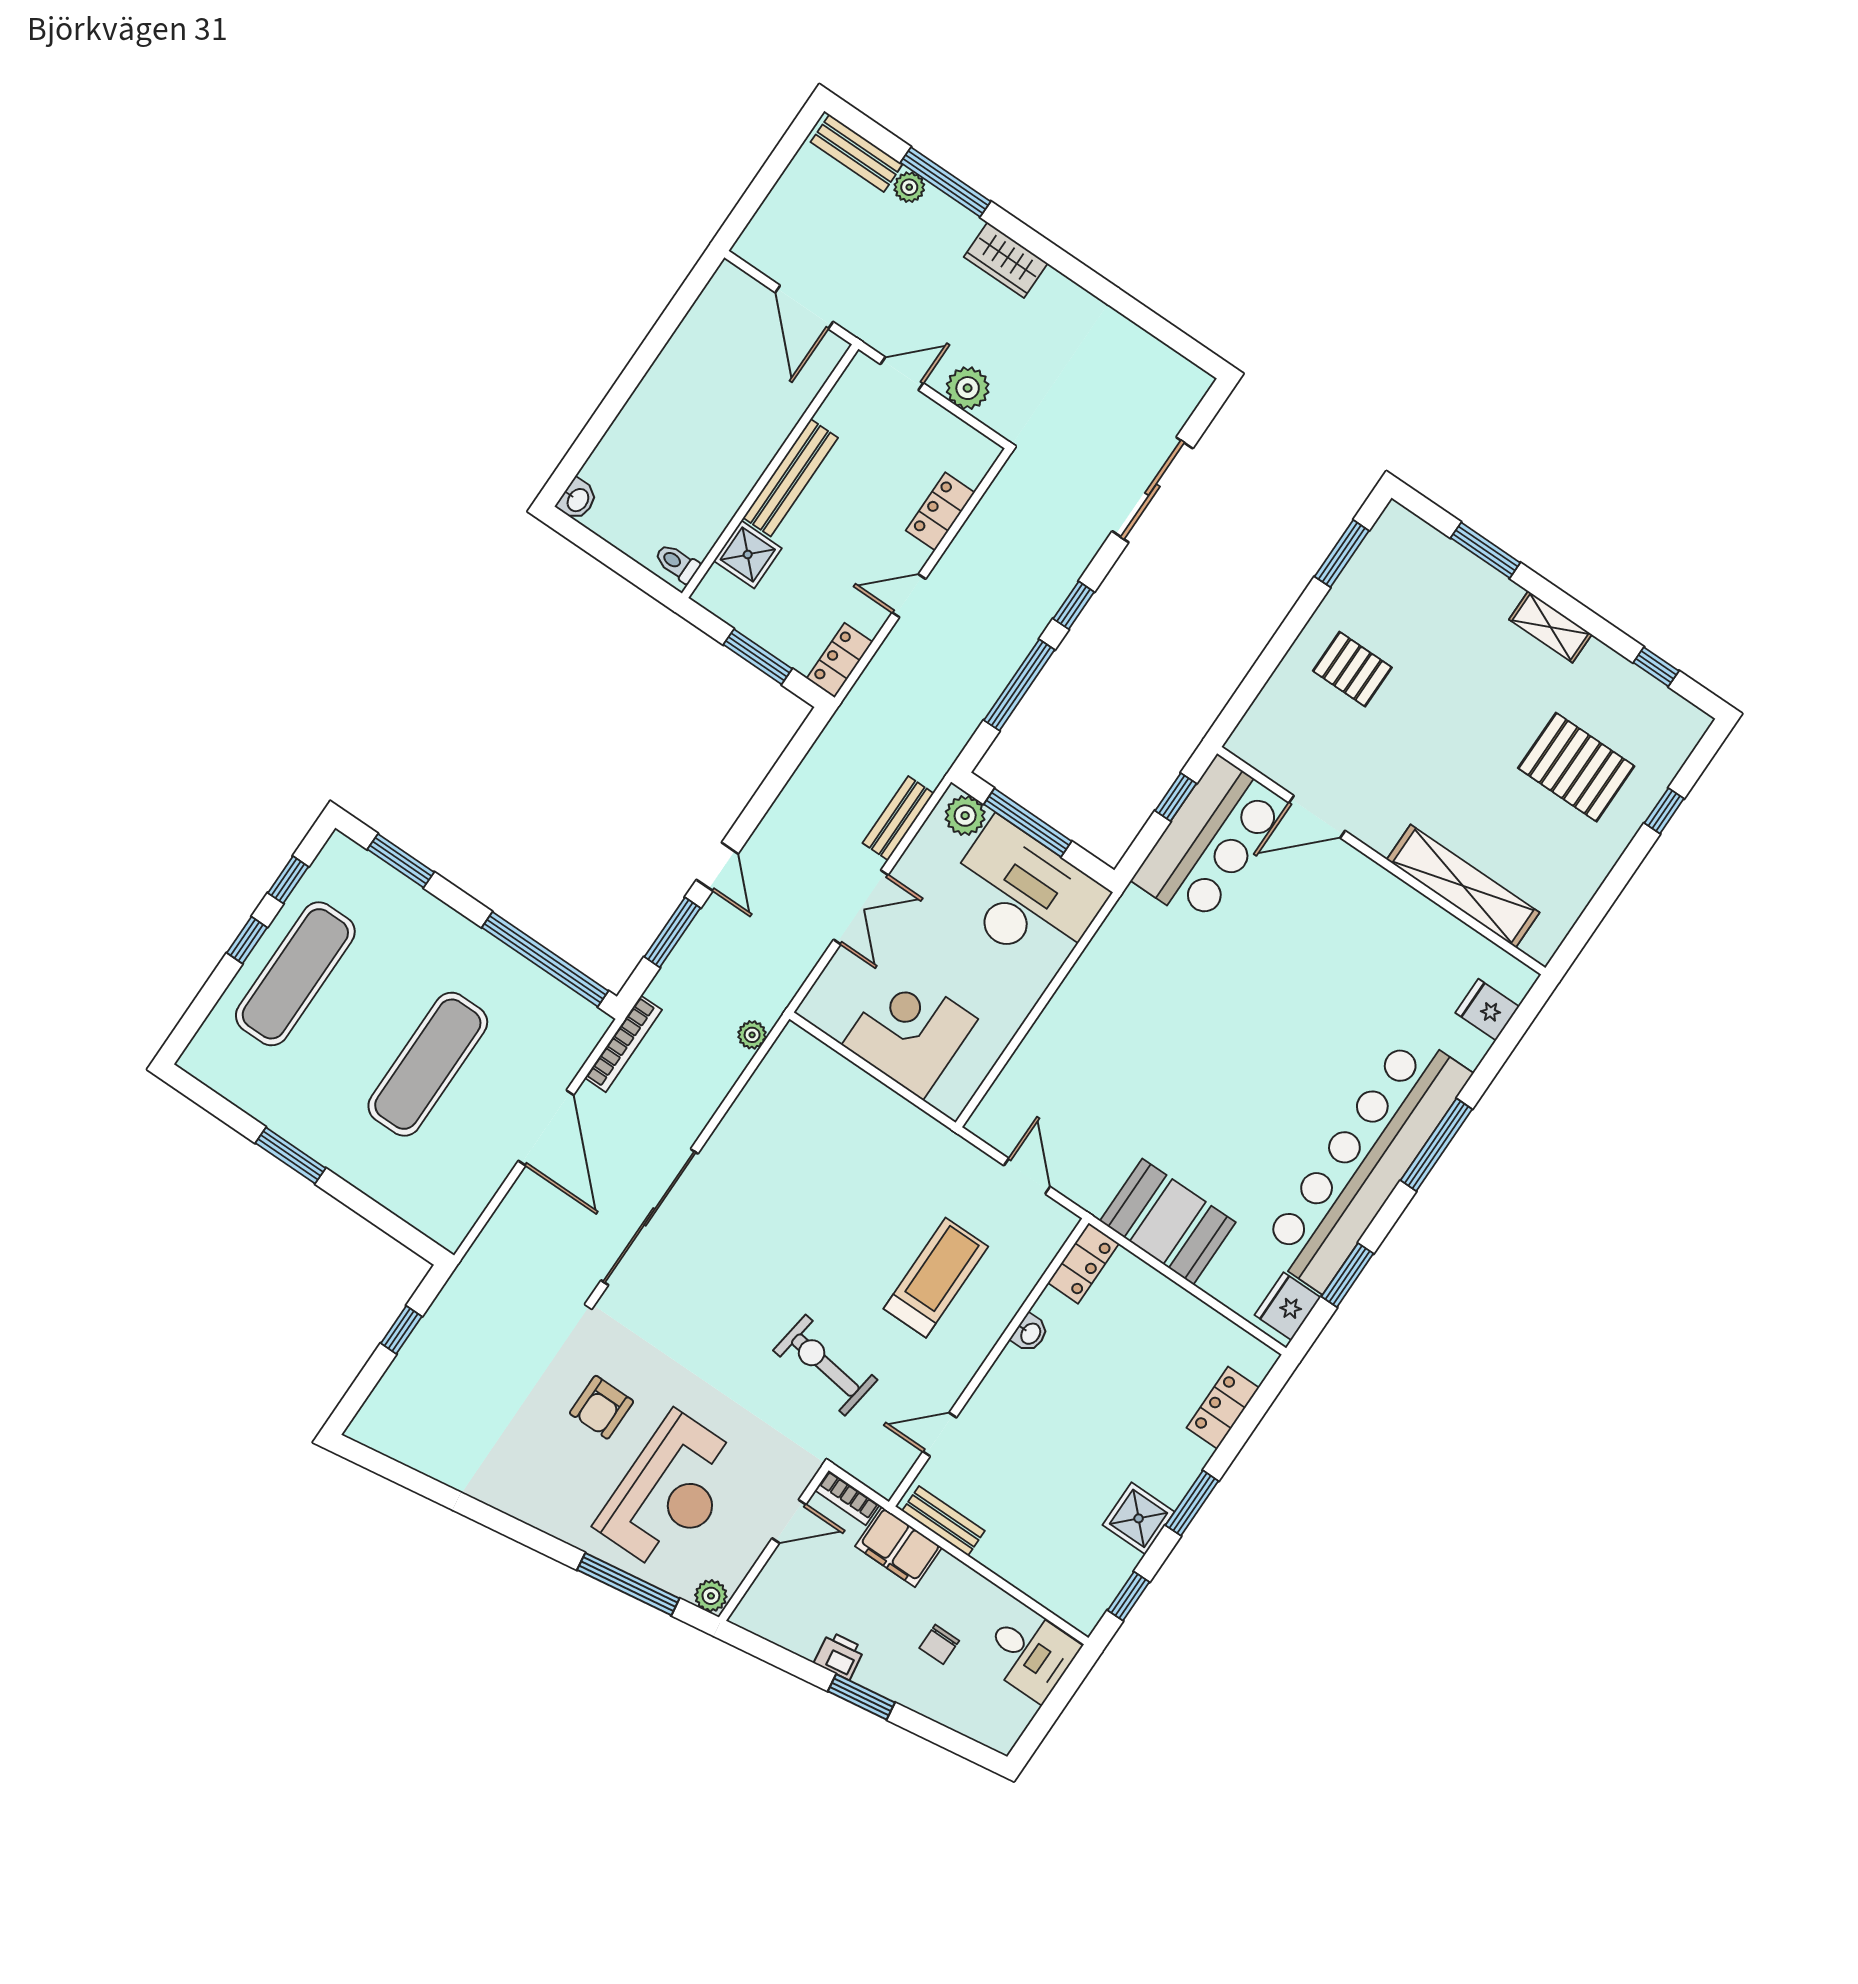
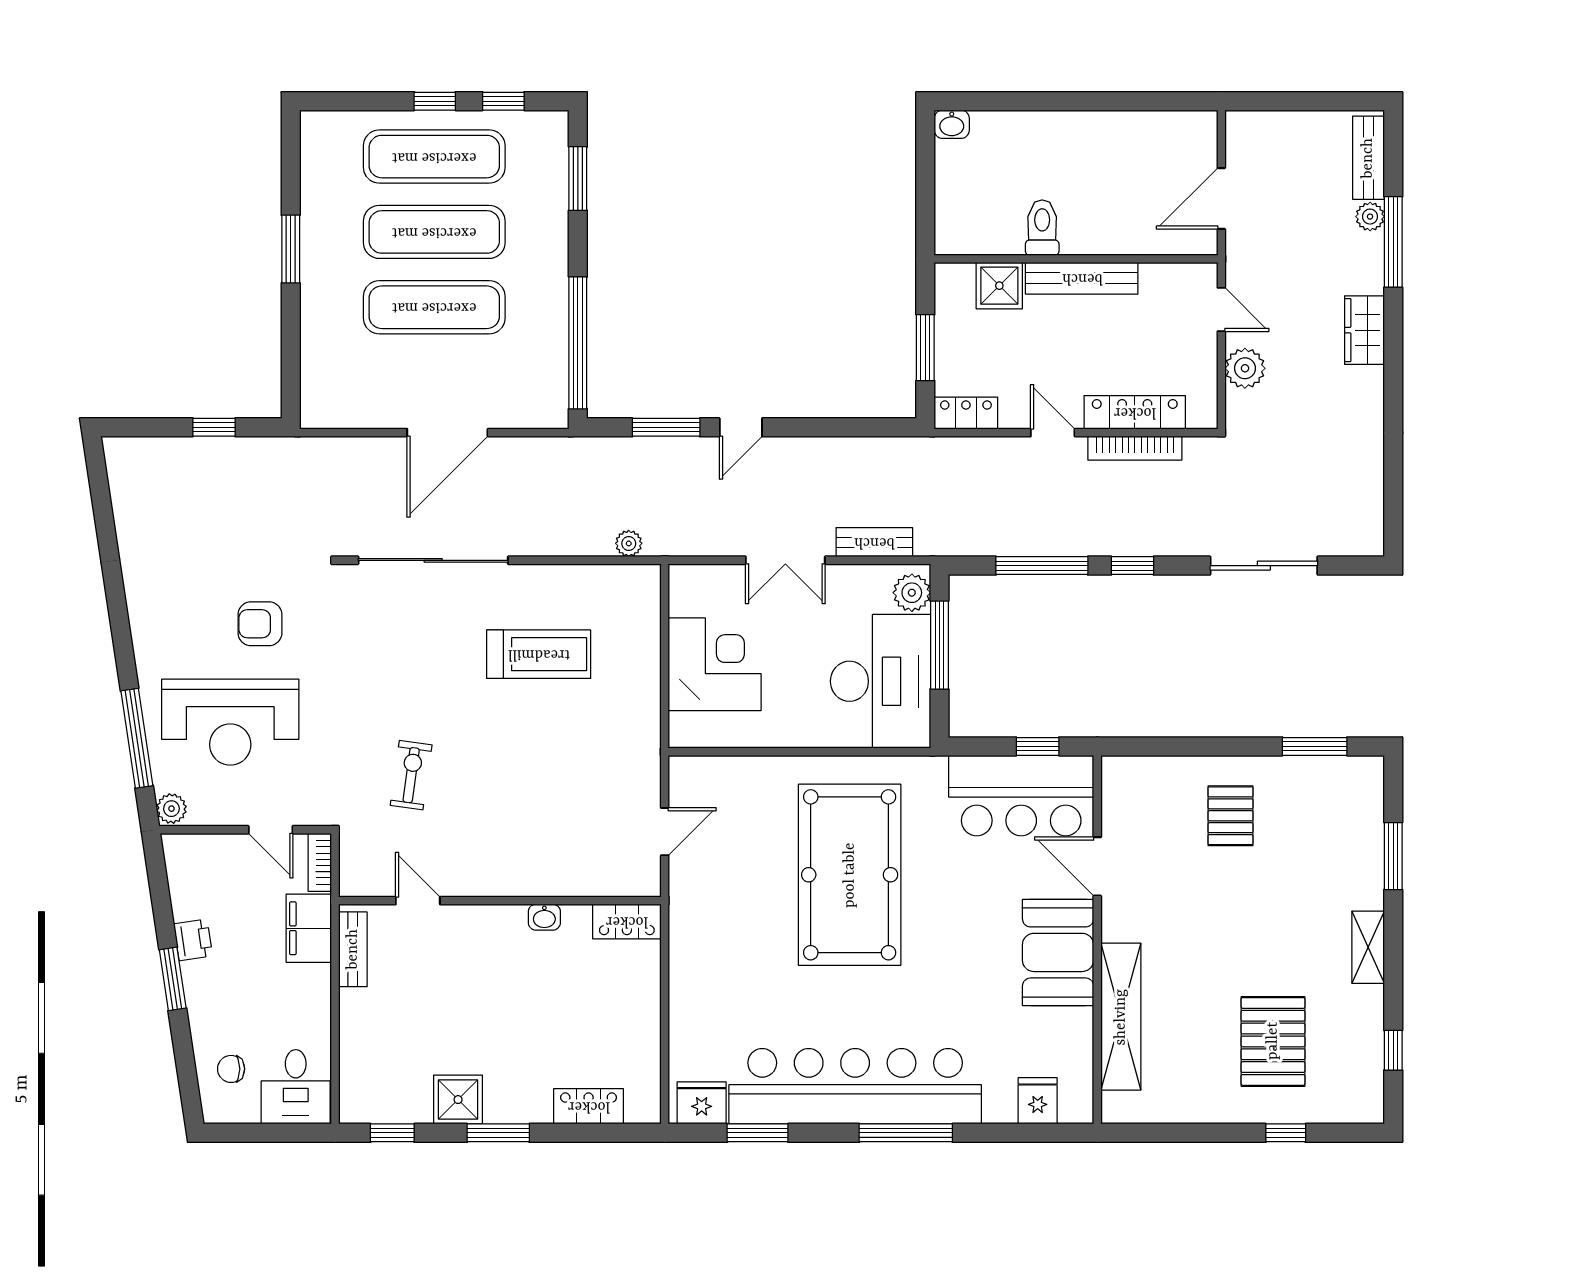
locker: (940, 511) -> (1135, 412), width x1.53
toilet: (677, 563) -> (1042, 228), moved, width x1.37, depth x1.39
exercise mat: (362, 1019) -> (434, 232), added
pool table: (1176, 1039) -> (850, 875), added
bookcase: (623, 1044) -> (1135, 448), moved
booth: (1168, 1222) -> (1058, 952), moved
treadmill: (936, 1278) -> (539, 654), moved
exercise bike: (825, 1365) -> (411, 775), width x0.73, depth x0.72
chair: (939, 1644) -> (231, 1069), moved

